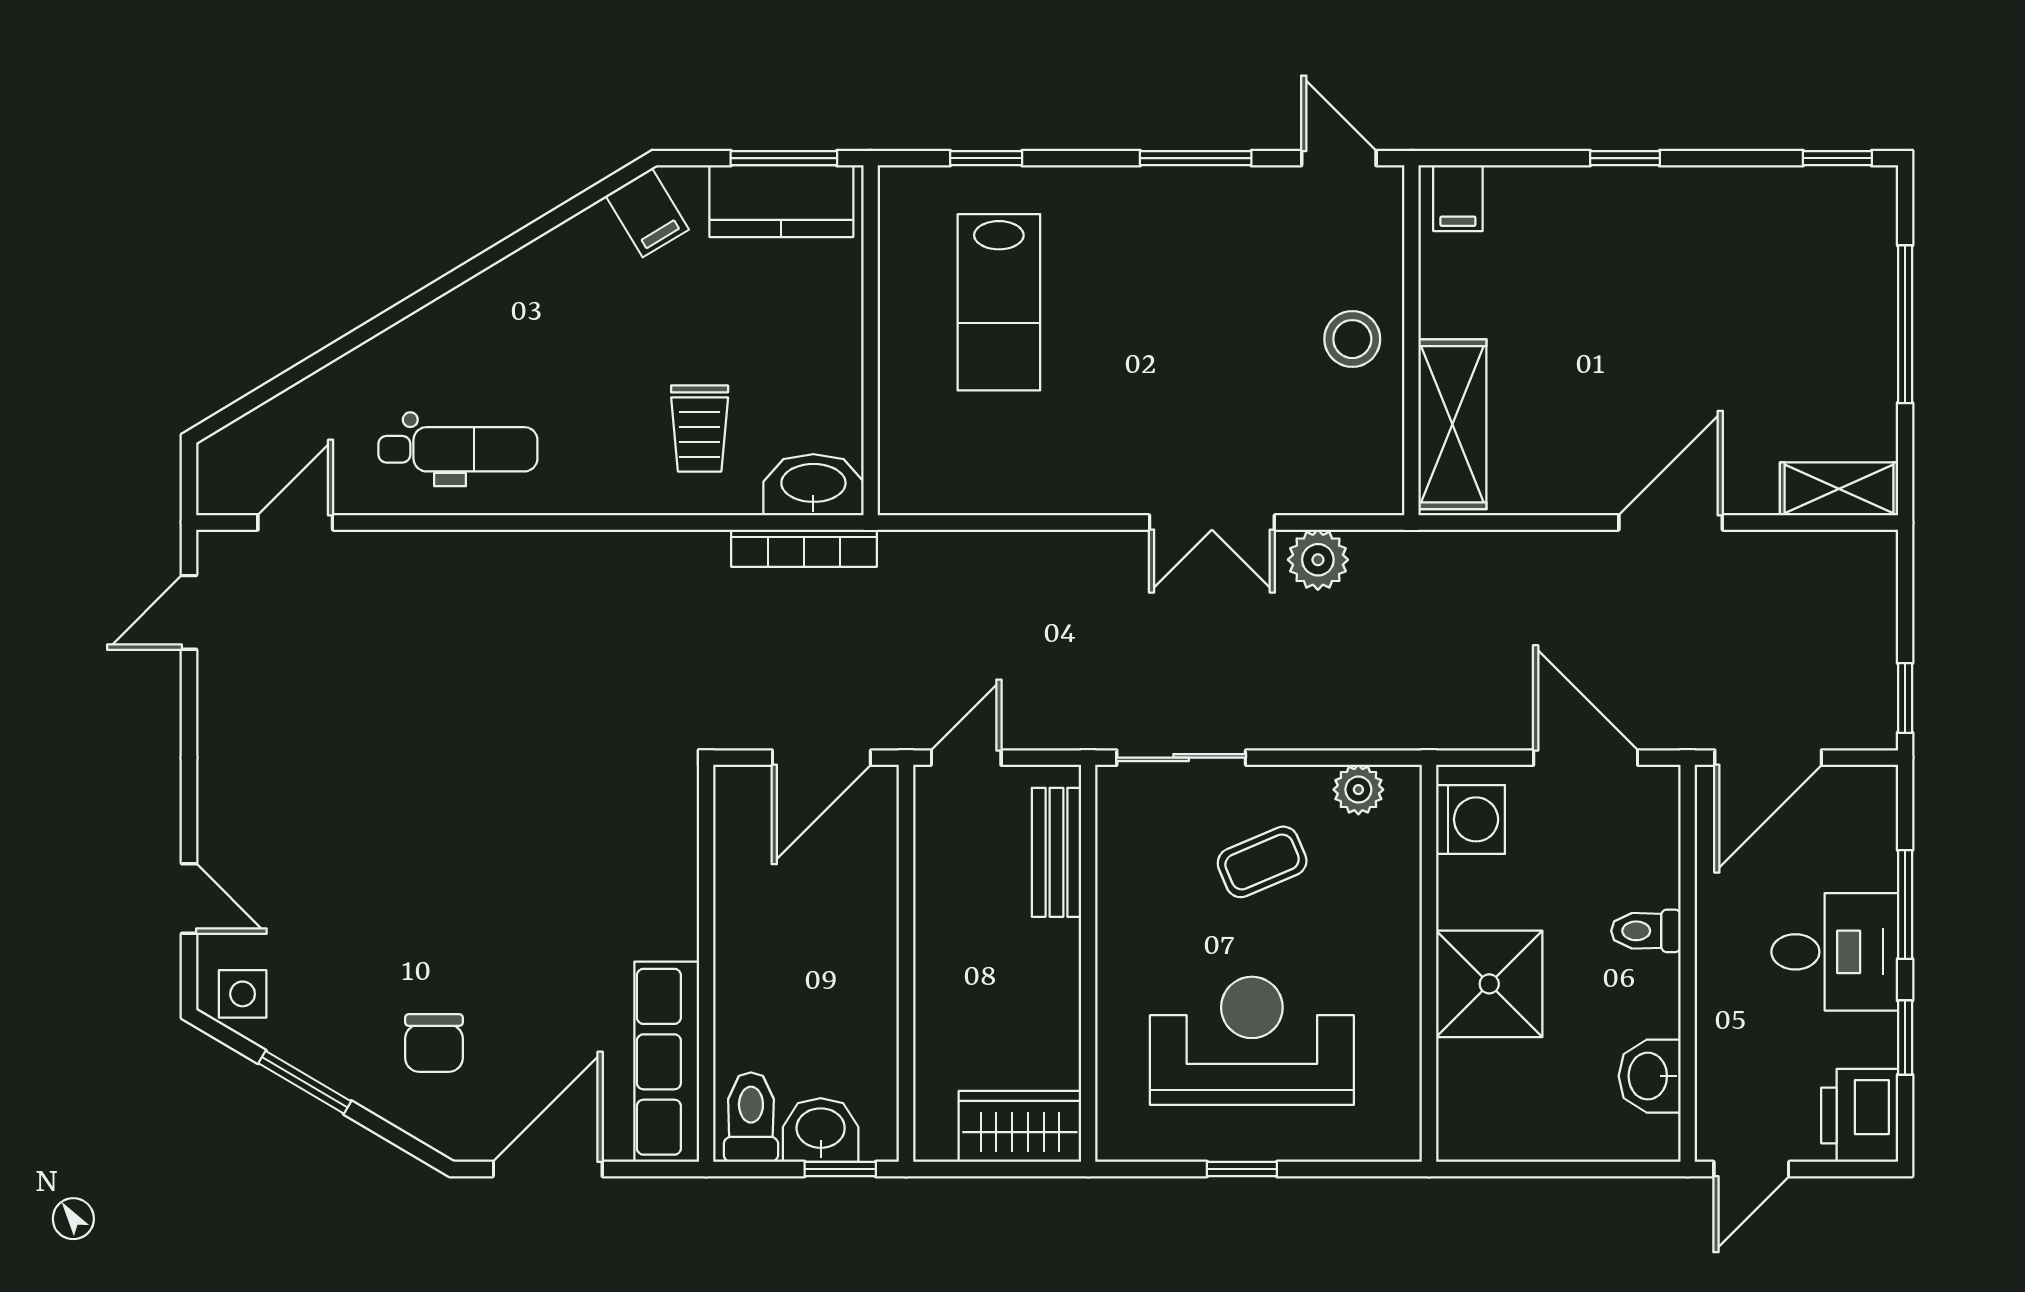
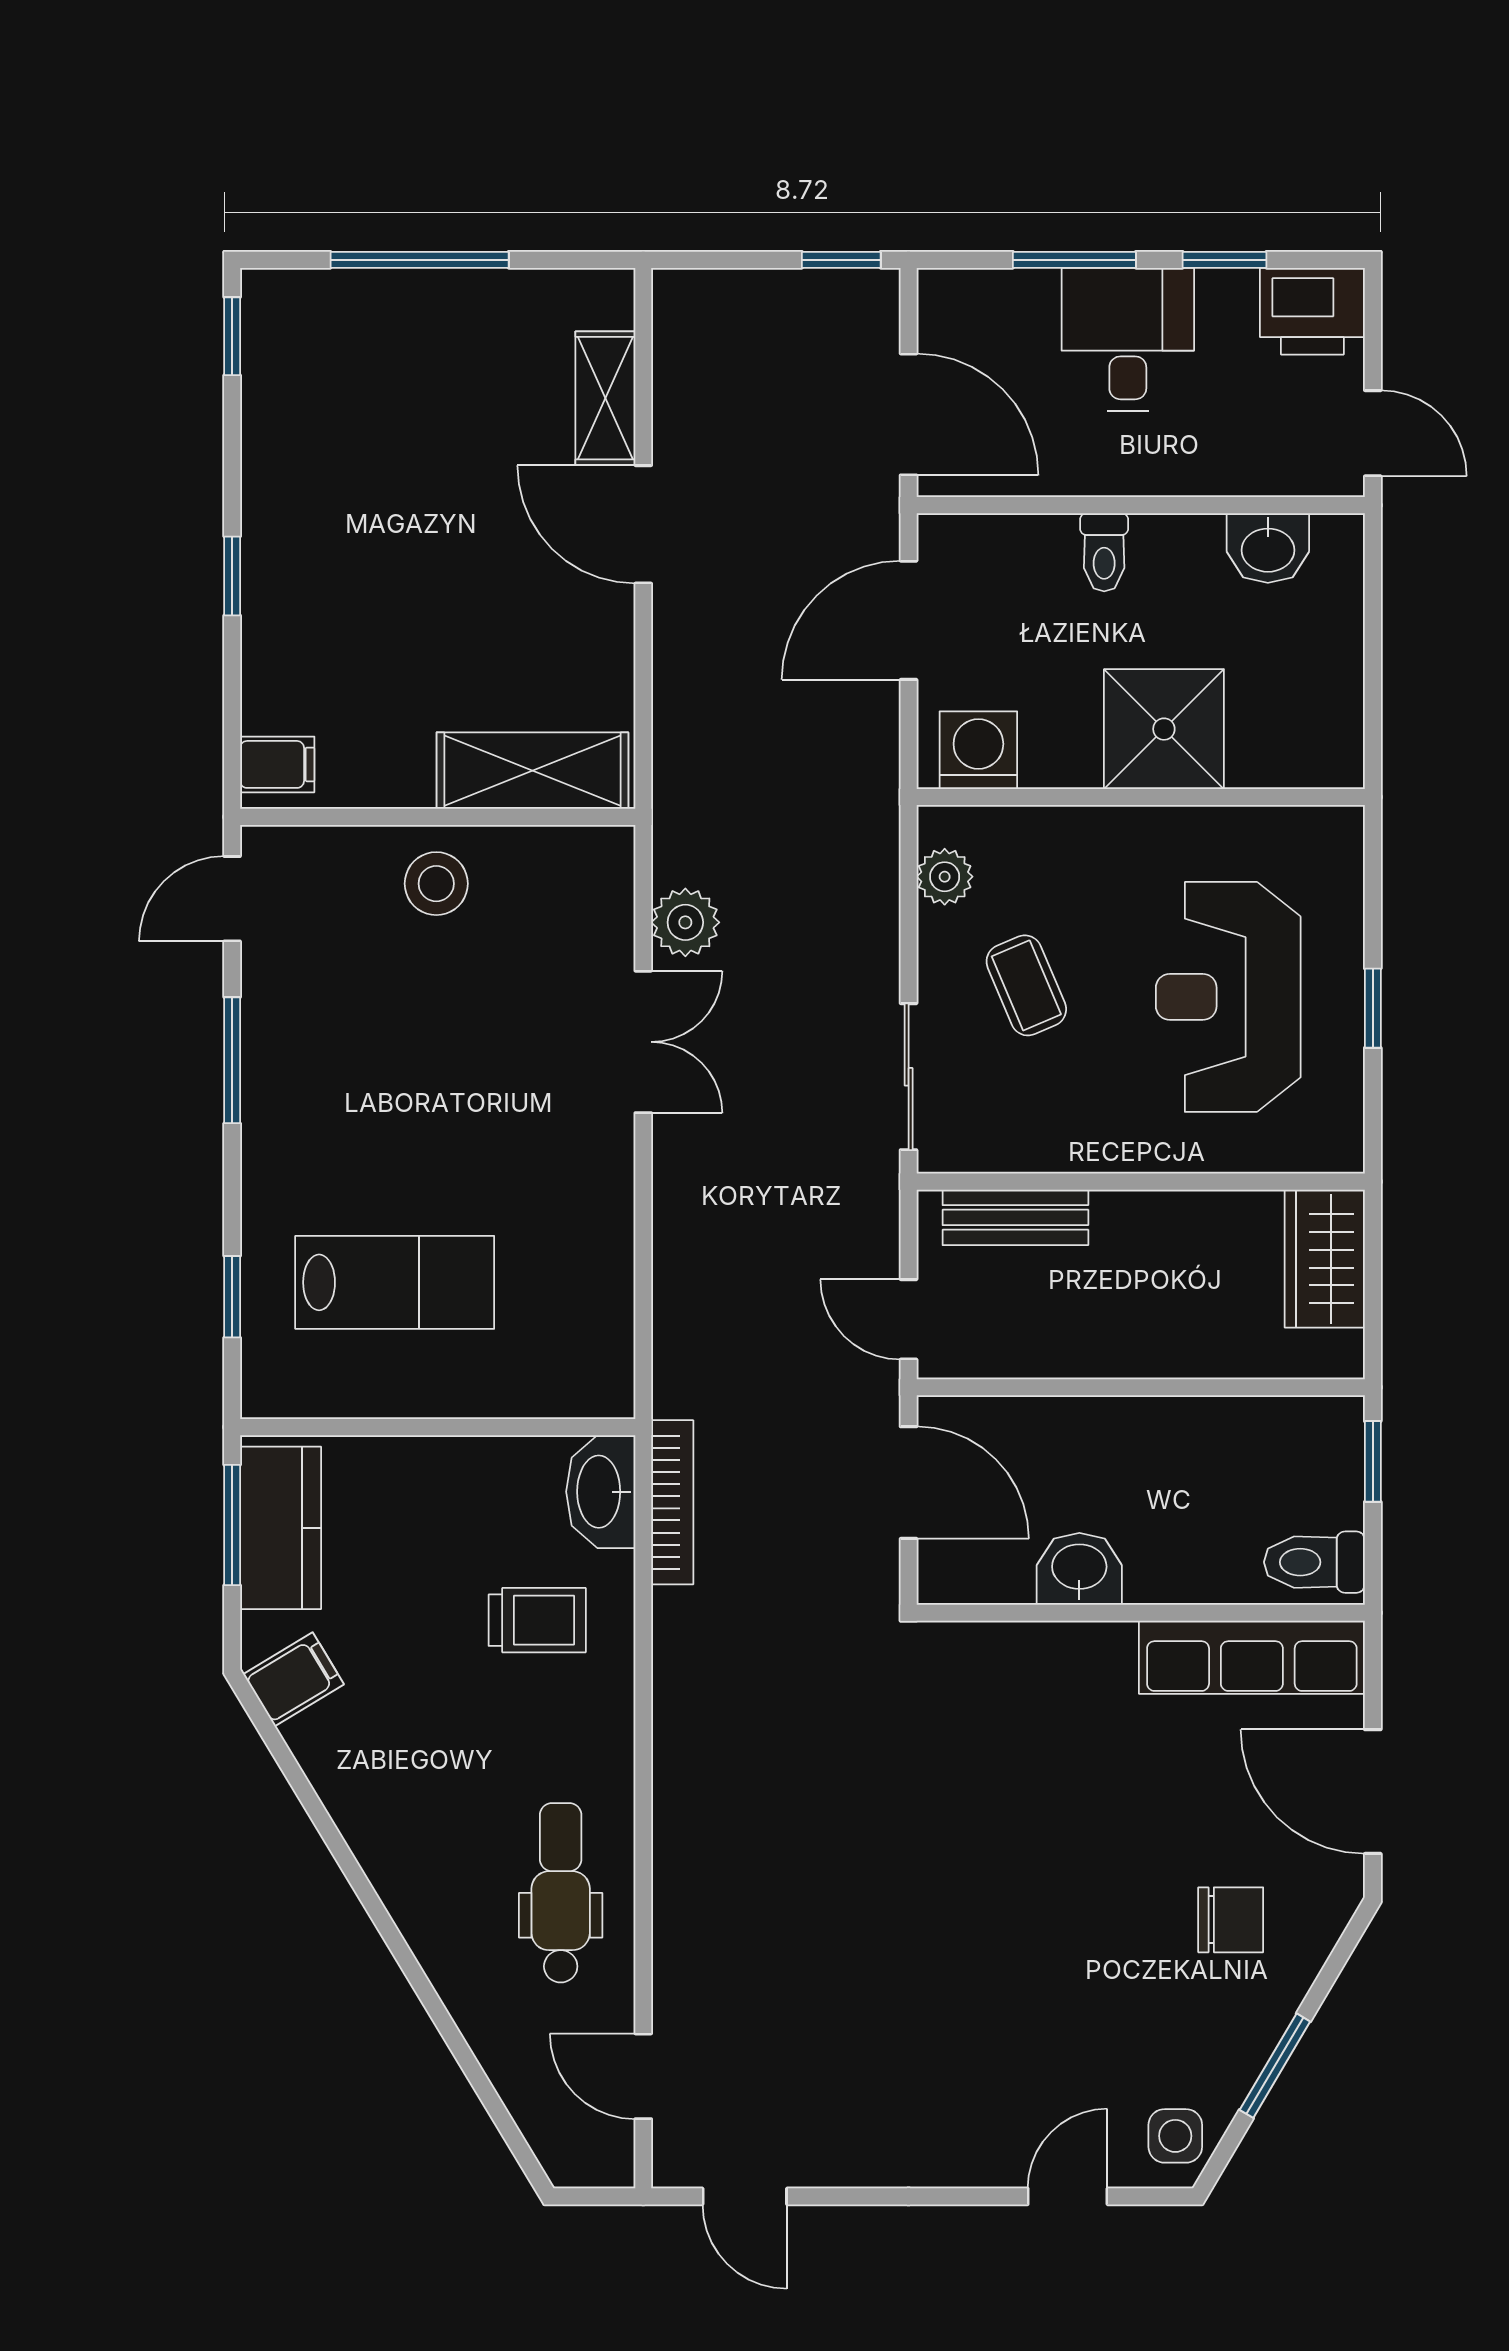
shelving: (1839, 489) -> (605, 398), moved
washbasin: (821, 1130) -> (1079, 1569), moved, turned 90

